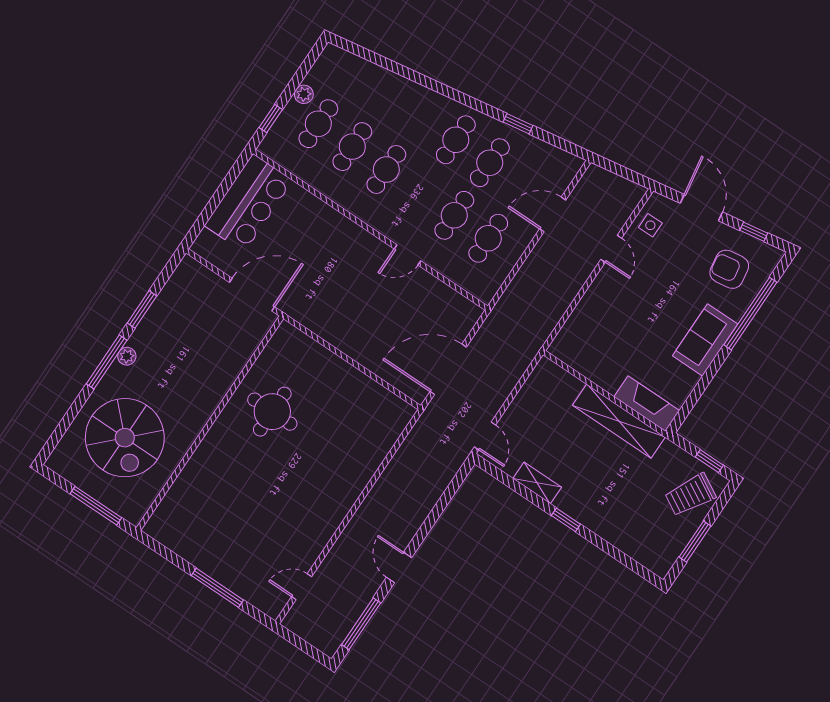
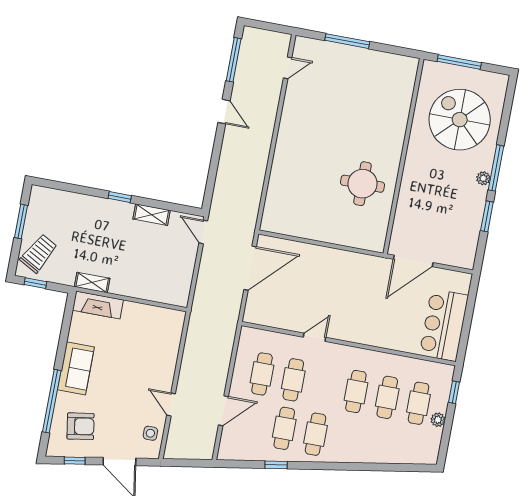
shelving: (619, 421) -> (92, 283), width x0.45, depth x0.75

